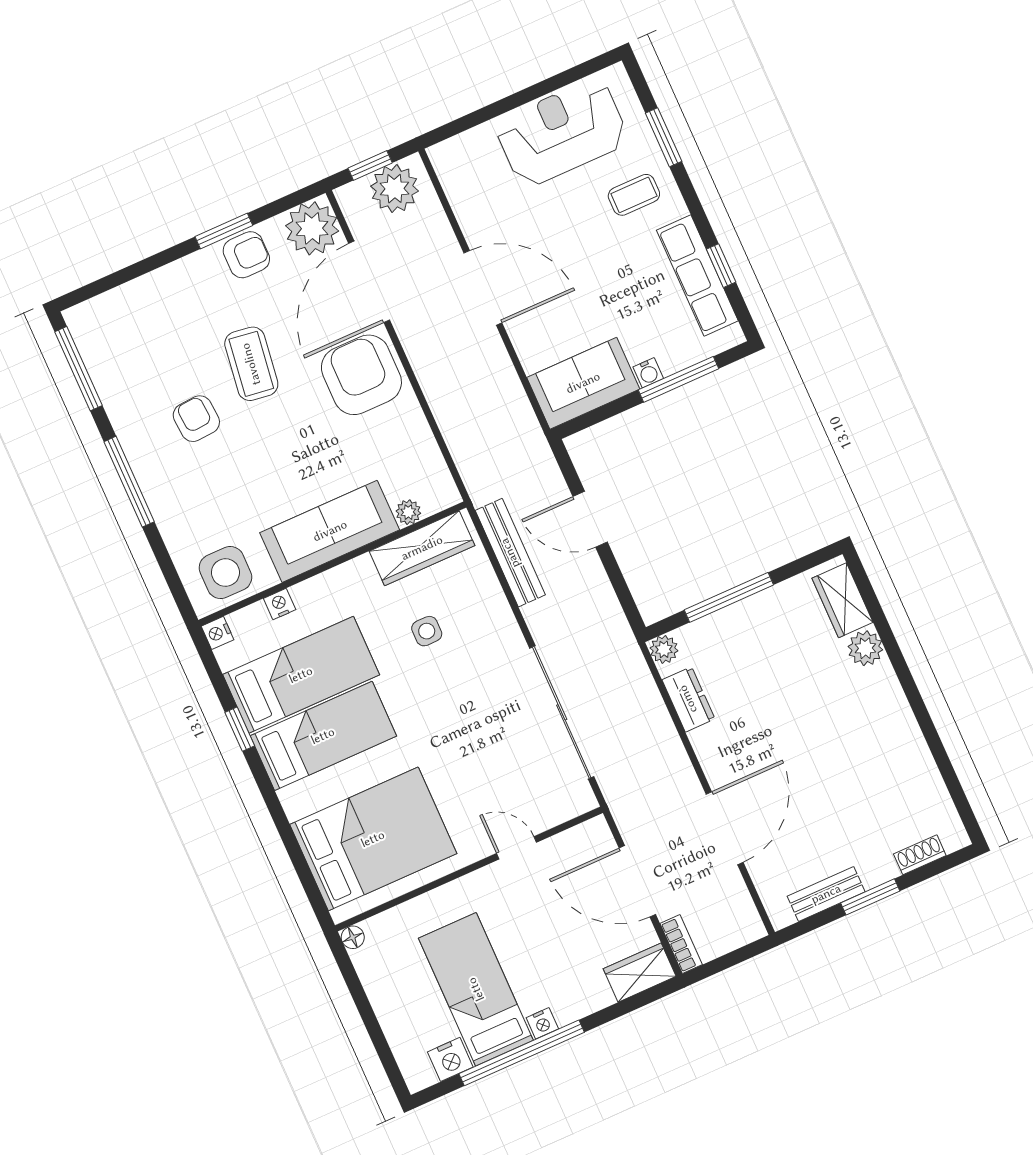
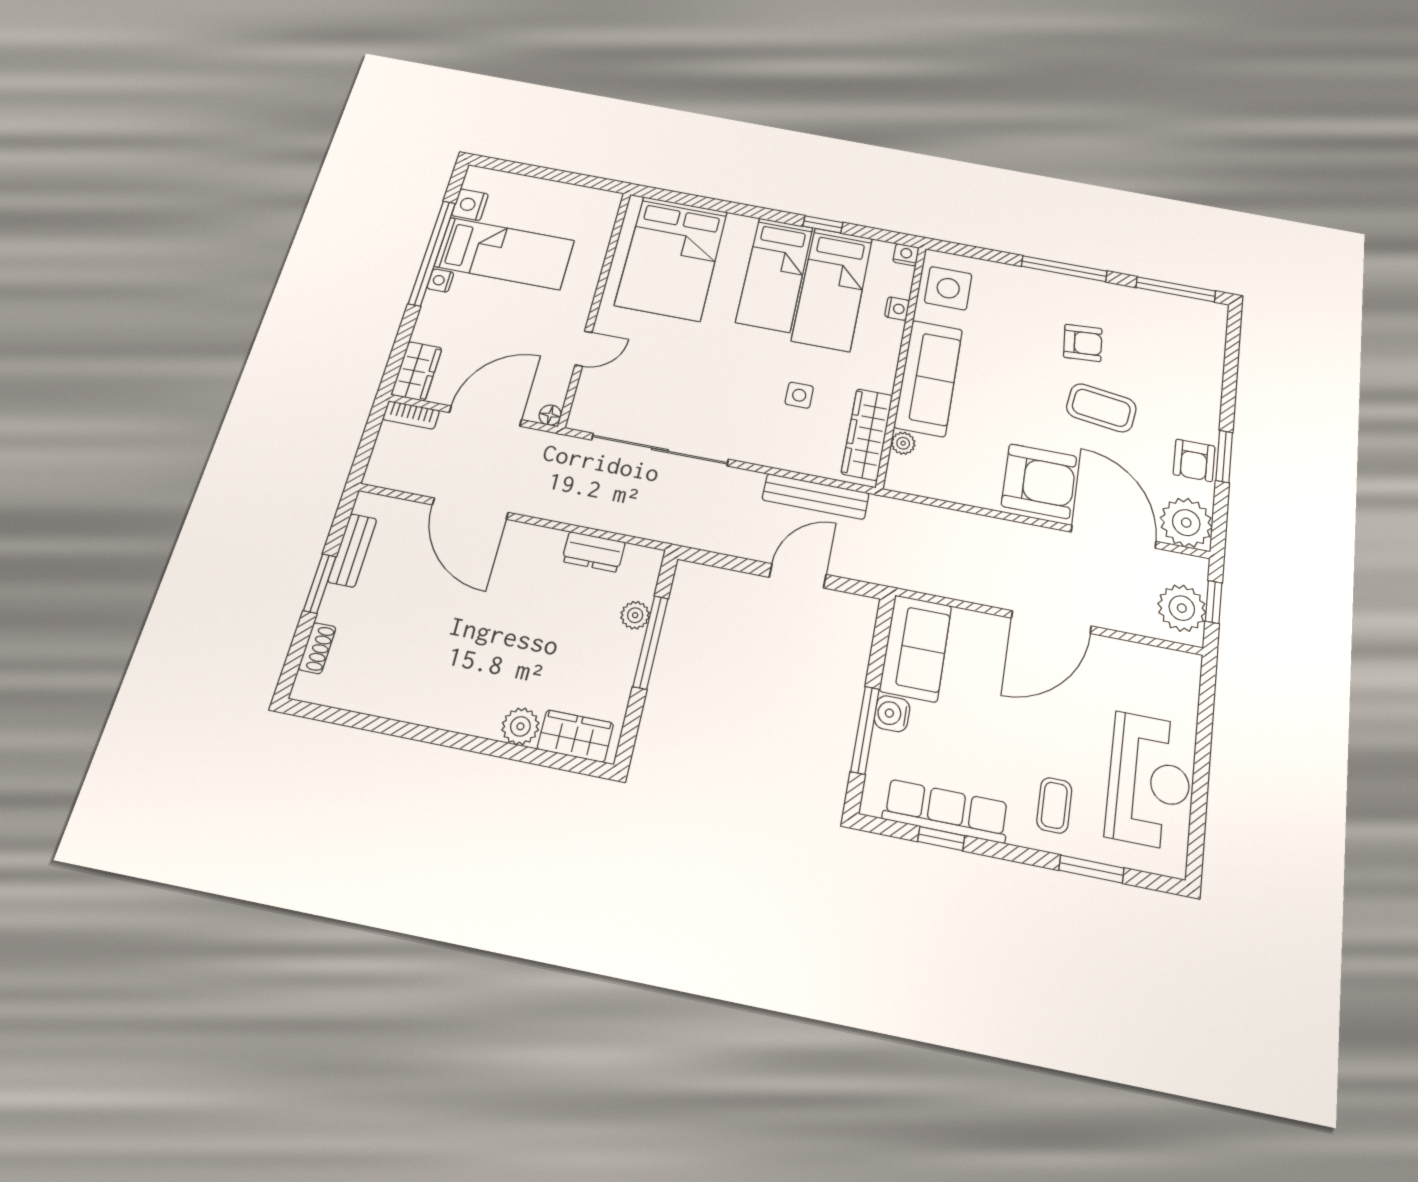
water cooler: (648, 373) -> (892, 714), width x1.38, depth x1.38
plant: (664, 649) -> (635, 615), moved
floor lamp: (353, 937) -> (550, 415), moved

